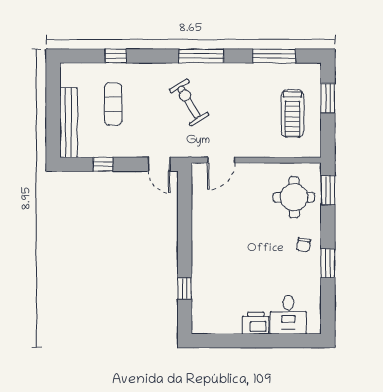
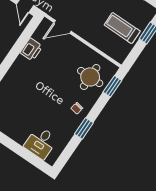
treadmill: (292, 114) -> (122, 28), turned 90
printer: (256, 323) -> (31, 49), moved, turned 90

